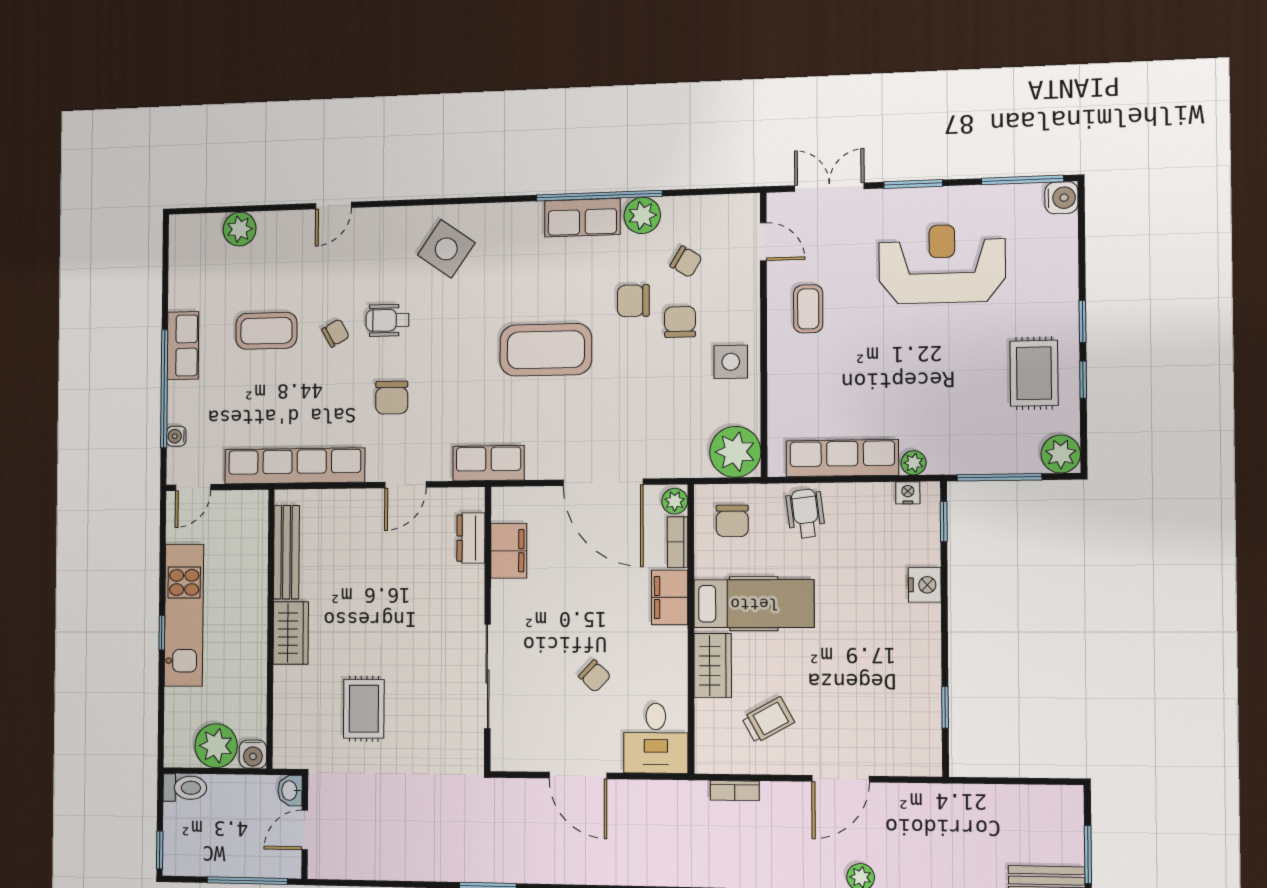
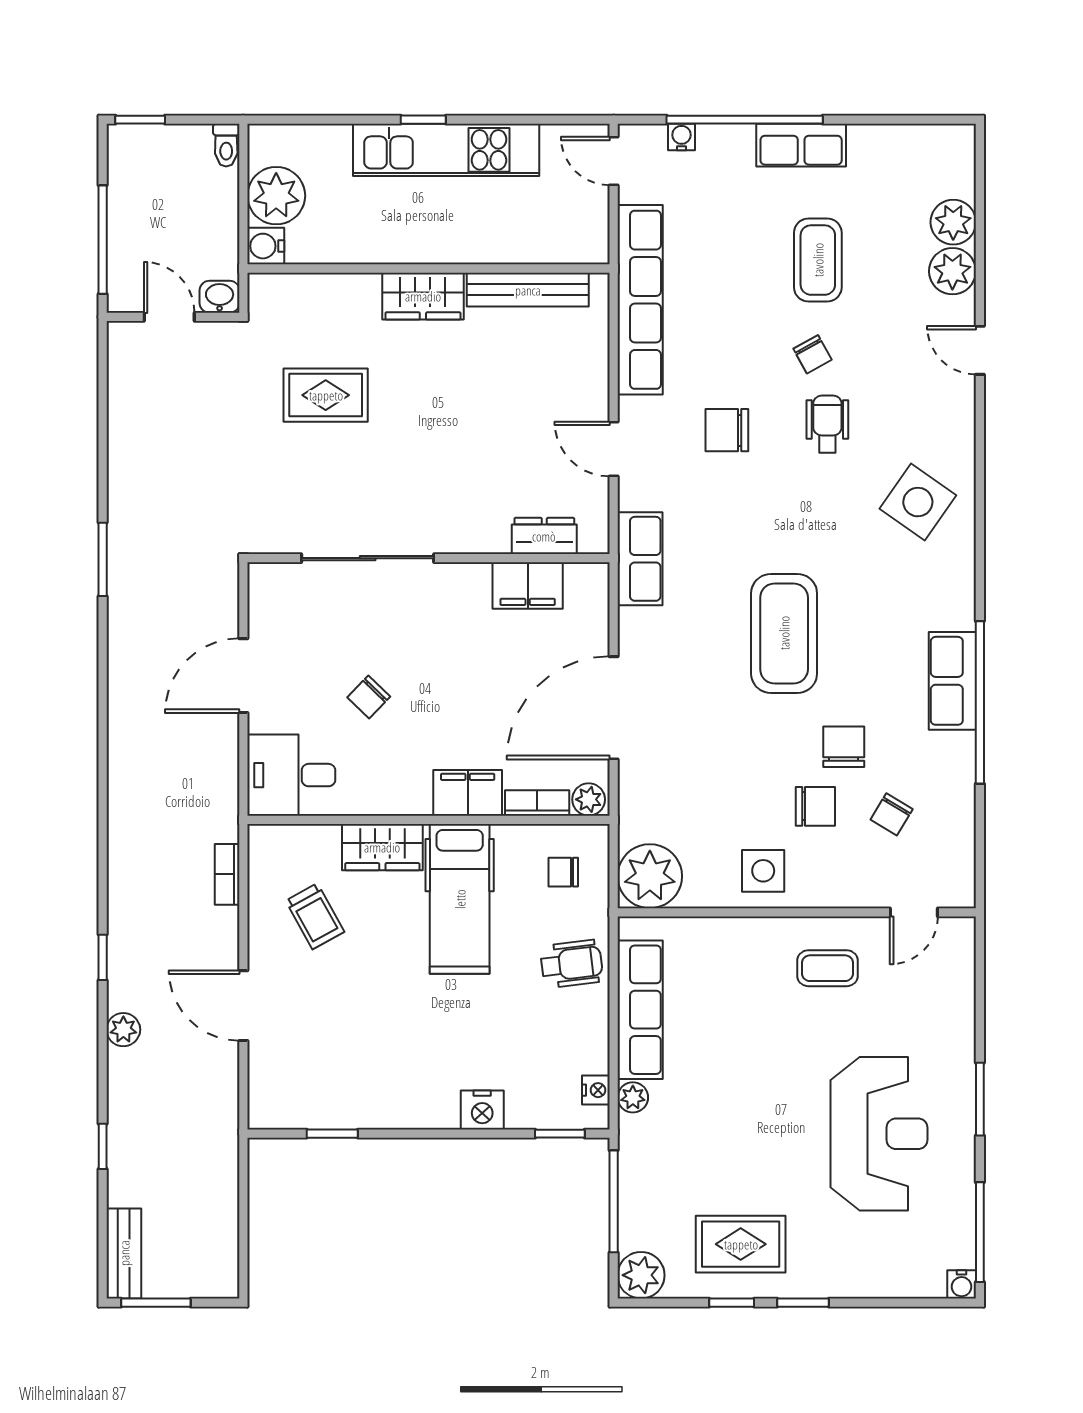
double door: (829, 187) -> (980, 995), removed
water cooler: (1061, 198) -> (962, 1284), width x0.72, depth x0.72
plant: (642, 215) -> (952, 271), moved
chair: (732, 521) -> (563, 872), width x0.73, depth x0.73
toilet: (185, 788) -> (226, 145), width x0.73, depth x0.72

